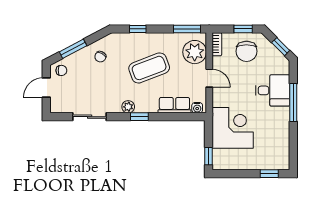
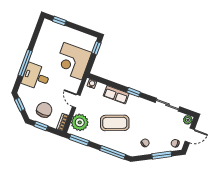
window: (138, 29) -> (113, 152), width x2.17
row of seats: (174, 105) -> (116, 95), moved
plant: (128, 107) -> (188, 120), moved

